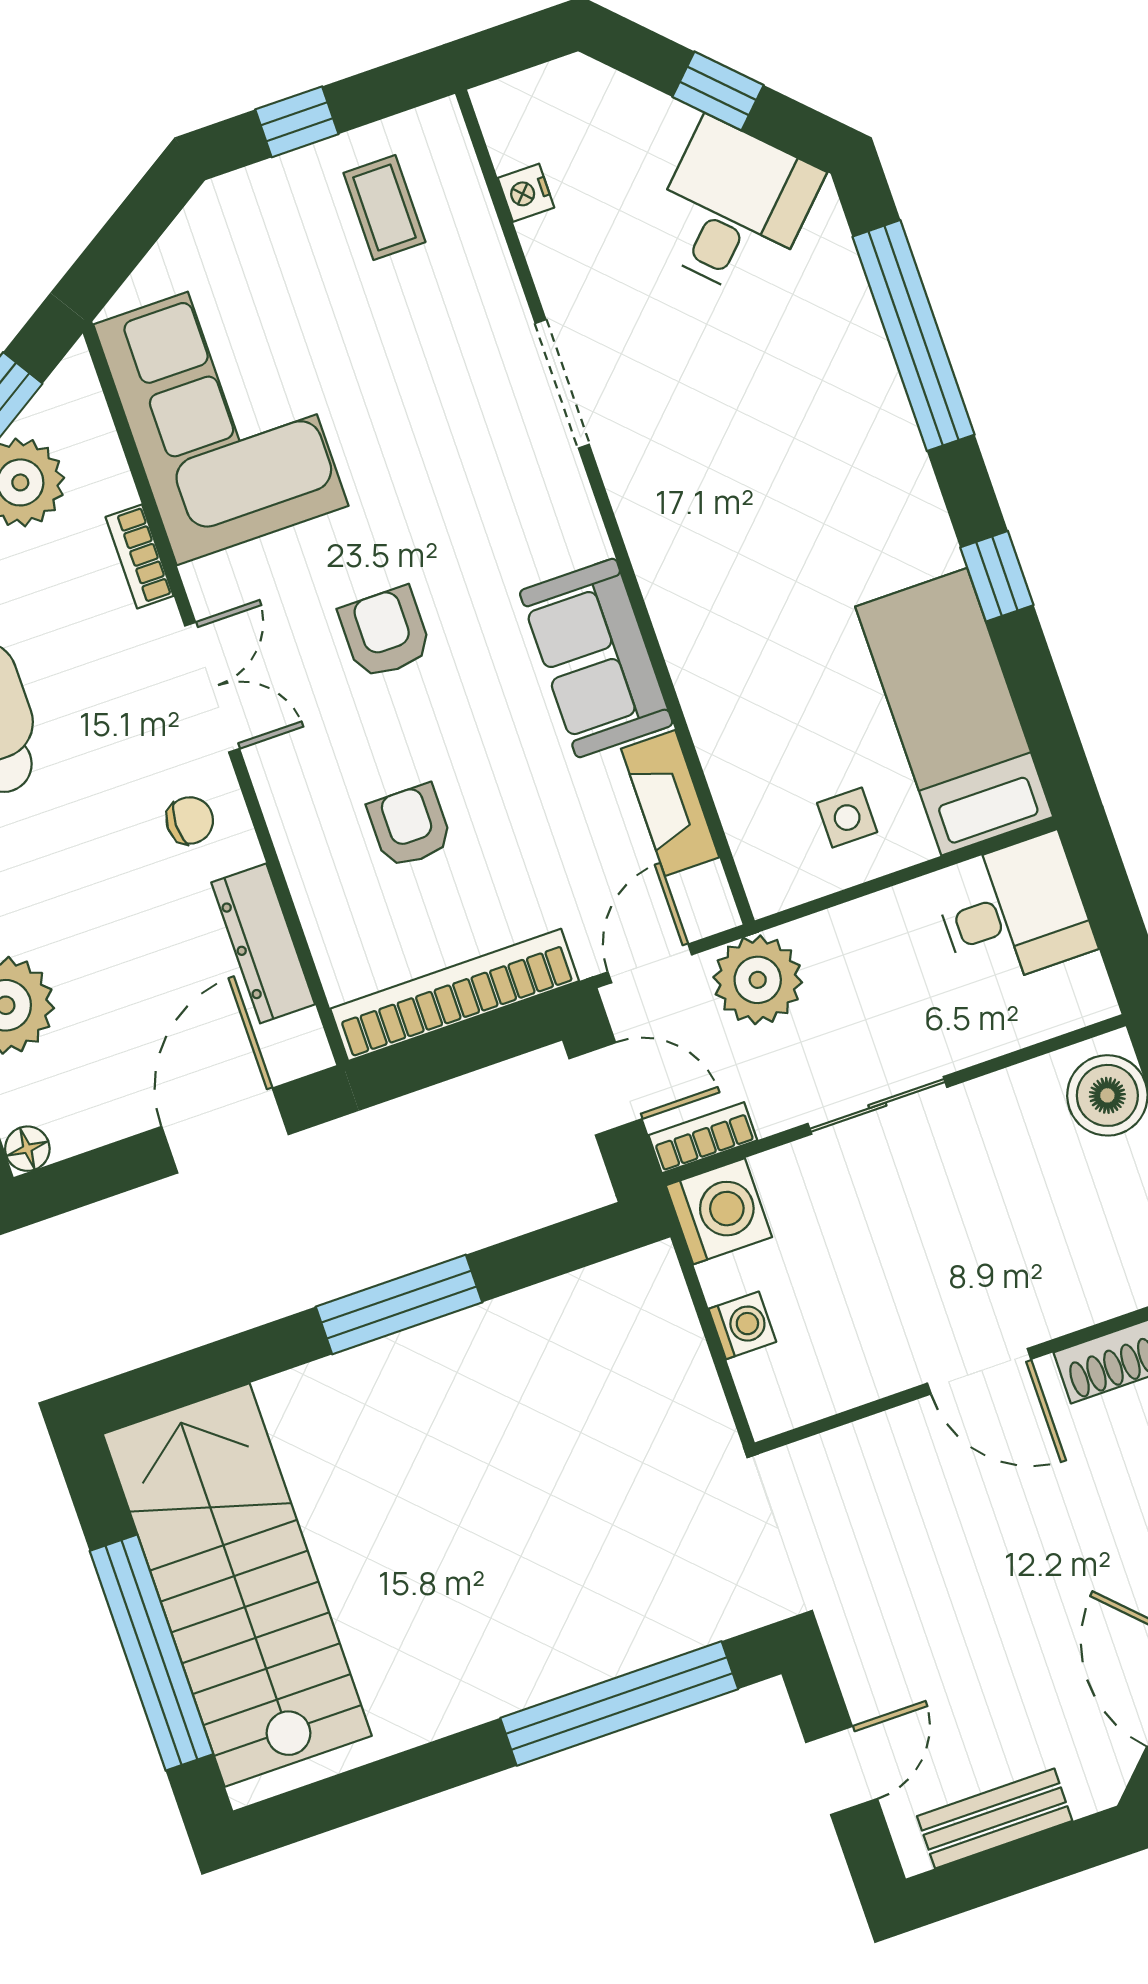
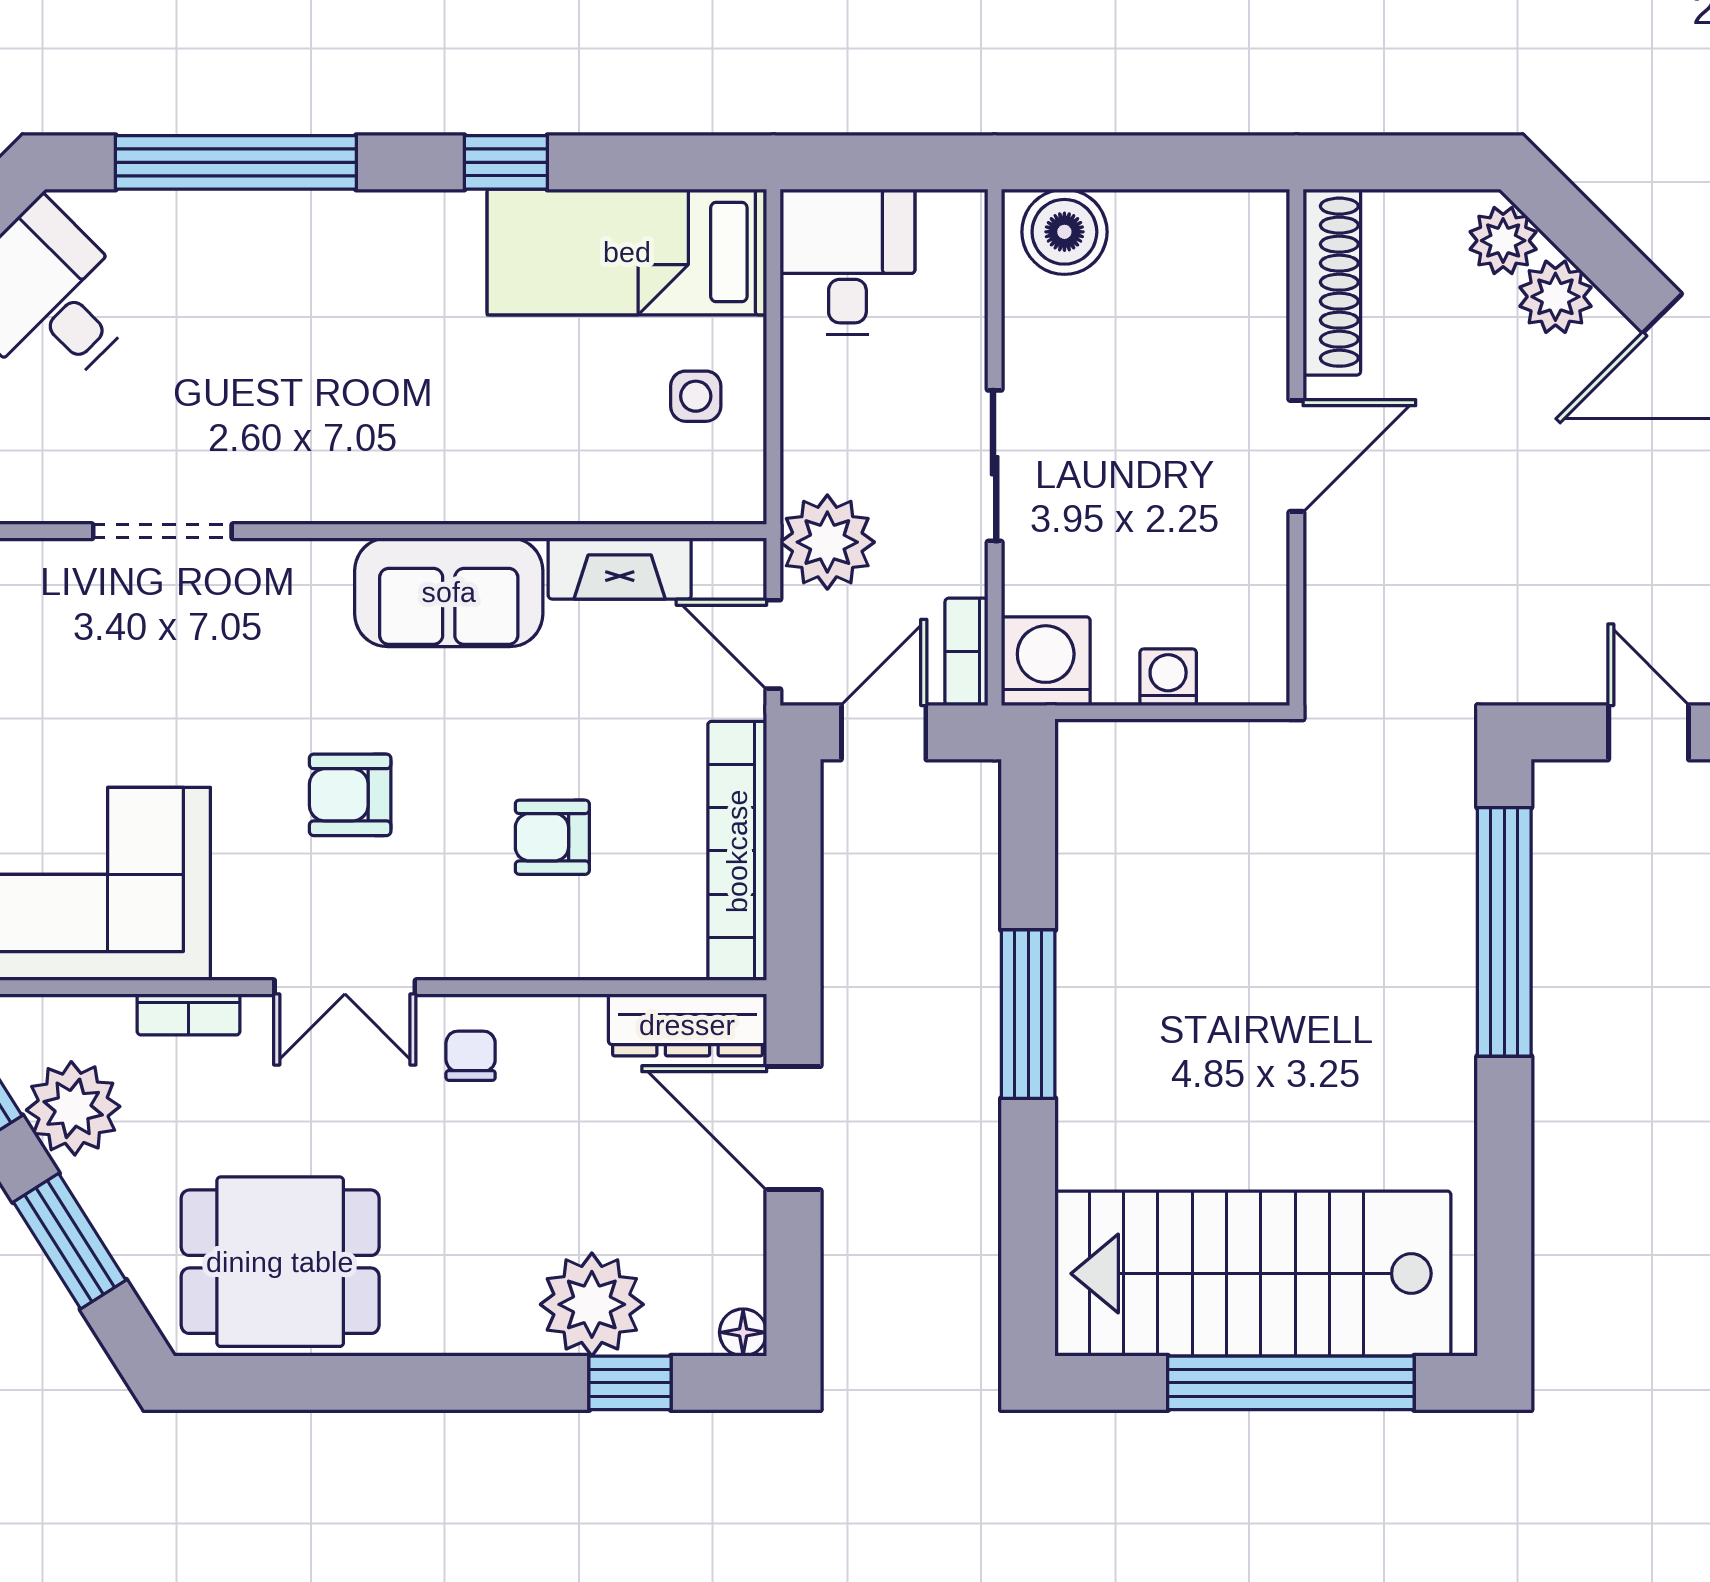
double door: (212, 687) -> (345, 987), swing flipped
dresser: (263, 943) -> (687, 1025), moved

